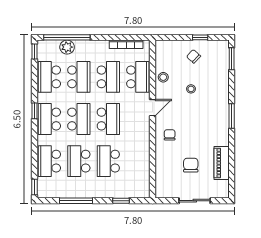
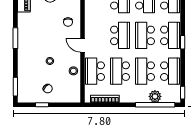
door: (153, 108) -> (82, 45), hinge flipped
school desk: (108, 119) -> (120, 35), turned 180

